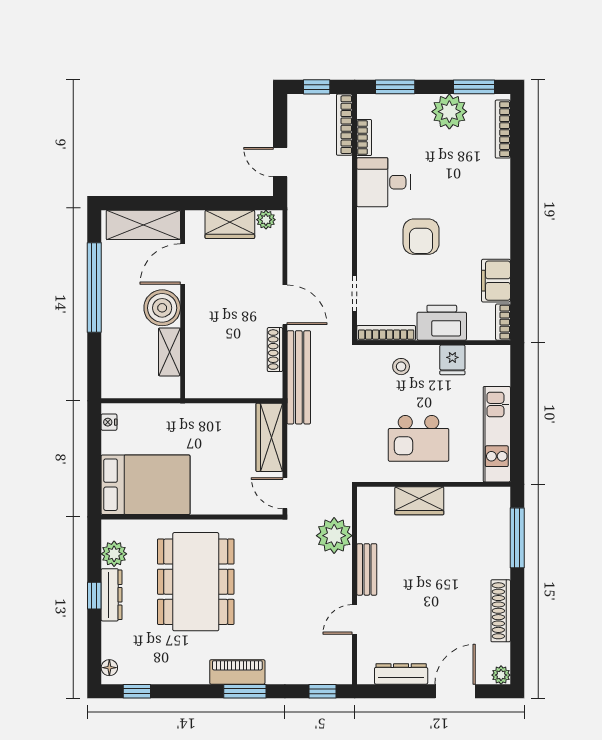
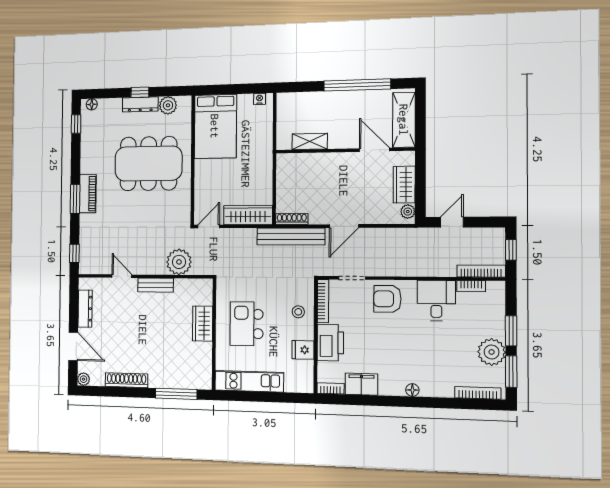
window: (395, 87) -> (511, 331), moved
floor lamp: (502, 213) -> (412, 390), added
armchair: (421, 237) -> (387, 299), moved
boiler: (162, 308) -> (342, 135), removed
shoe rack: (275, 350) -> (292, 219), moved

